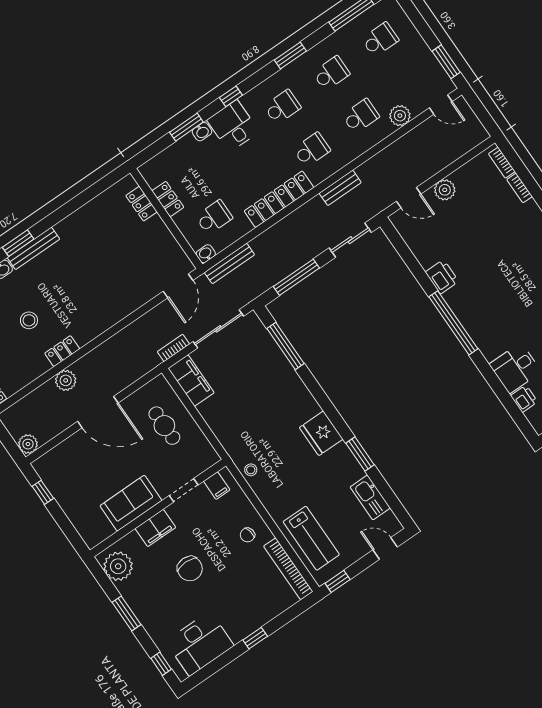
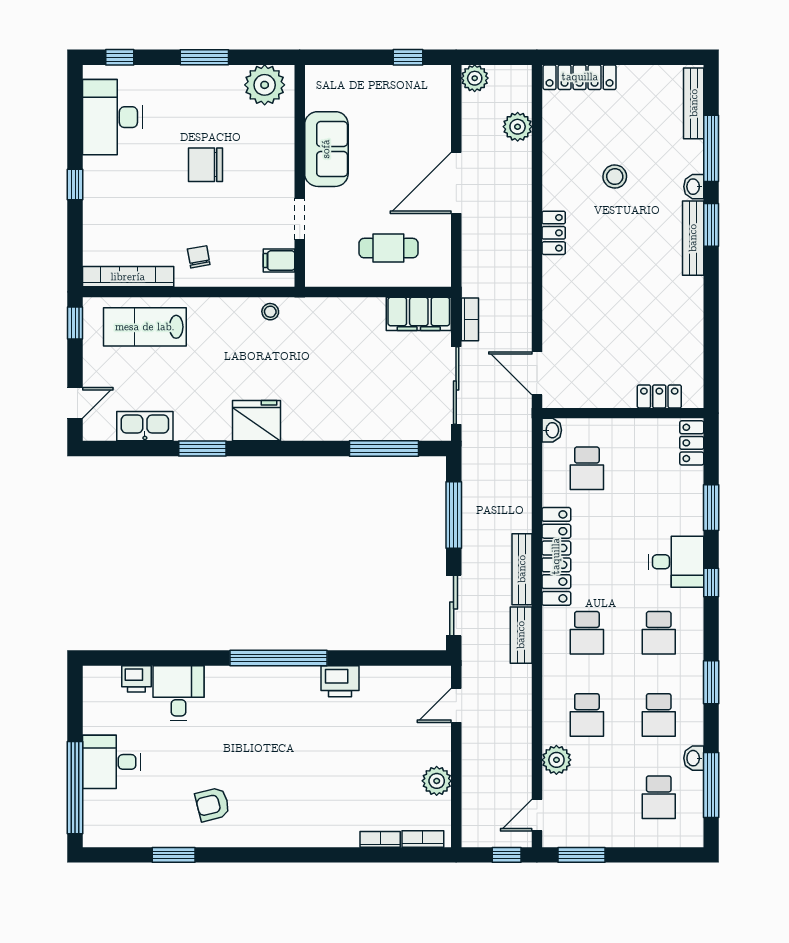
window: (477, 106) -> (507, 855), added
washbasin: (202, 132) -> (694, 758), moved
plant: (445, 190) -> (437, 781), moved
locker: (168, 199) -> (692, 443), moved, turned 90
bench: (229, 264) -> (522, 569), moved
locker: (62, 351) -> (554, 233), moved
plant: (66, 380) -> (518, 127), moved
filing cabinet: (155, 528) -> (279, 157), removed

